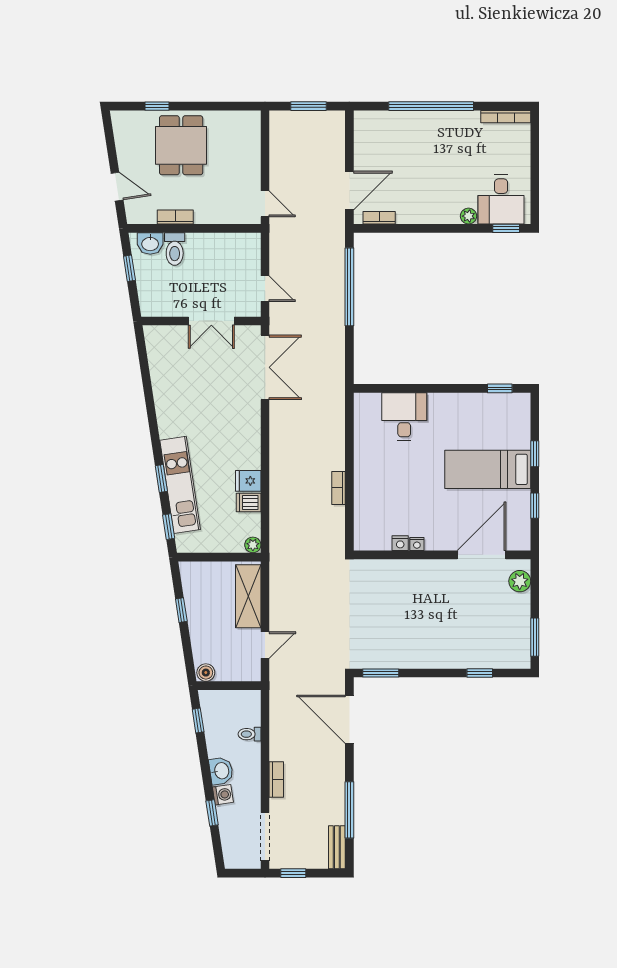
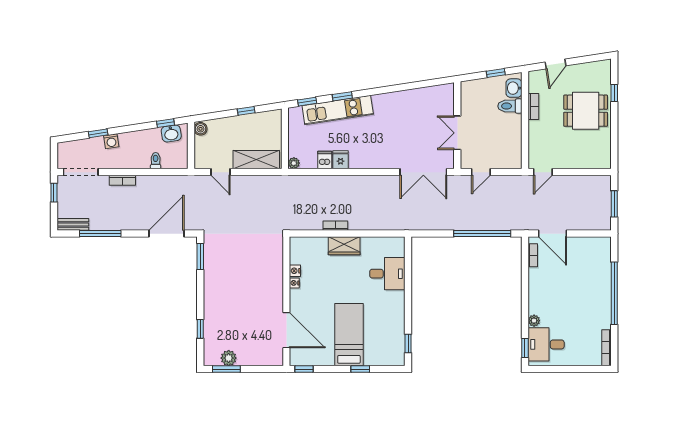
wardrobe: (366, 476) -> (344, 246), added
window: (535, 506) -> (304, 369), moved
plant: (520, 581) -> (229, 358), moved
washbasin: (221, 771) -> (171, 133), moved

